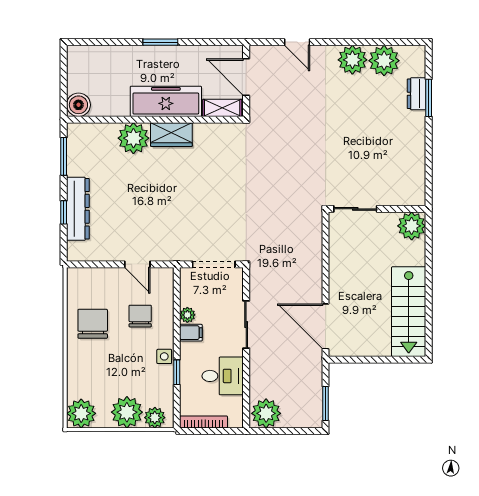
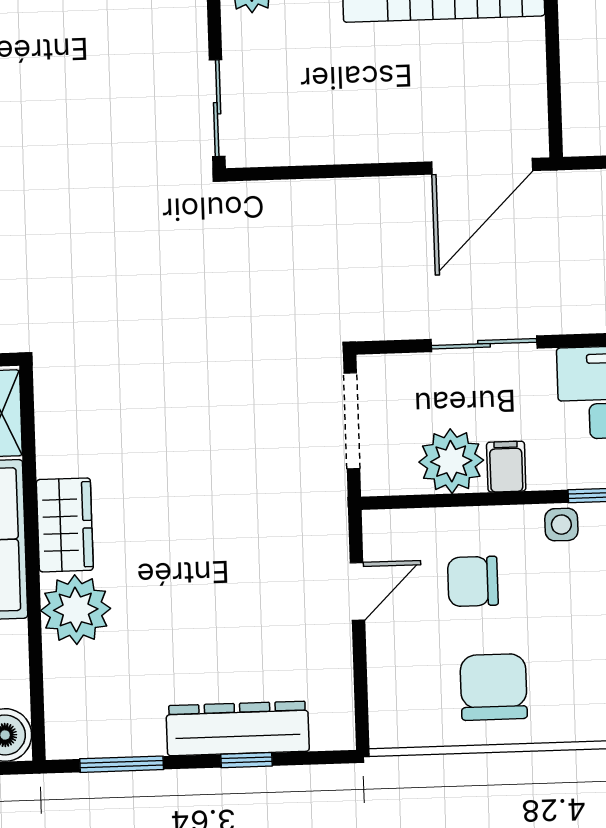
plant: (187, 315) -> (451, 461), width x1.88, depth x1.88
chair: (93, 324) -> (494, 687), turned 90

